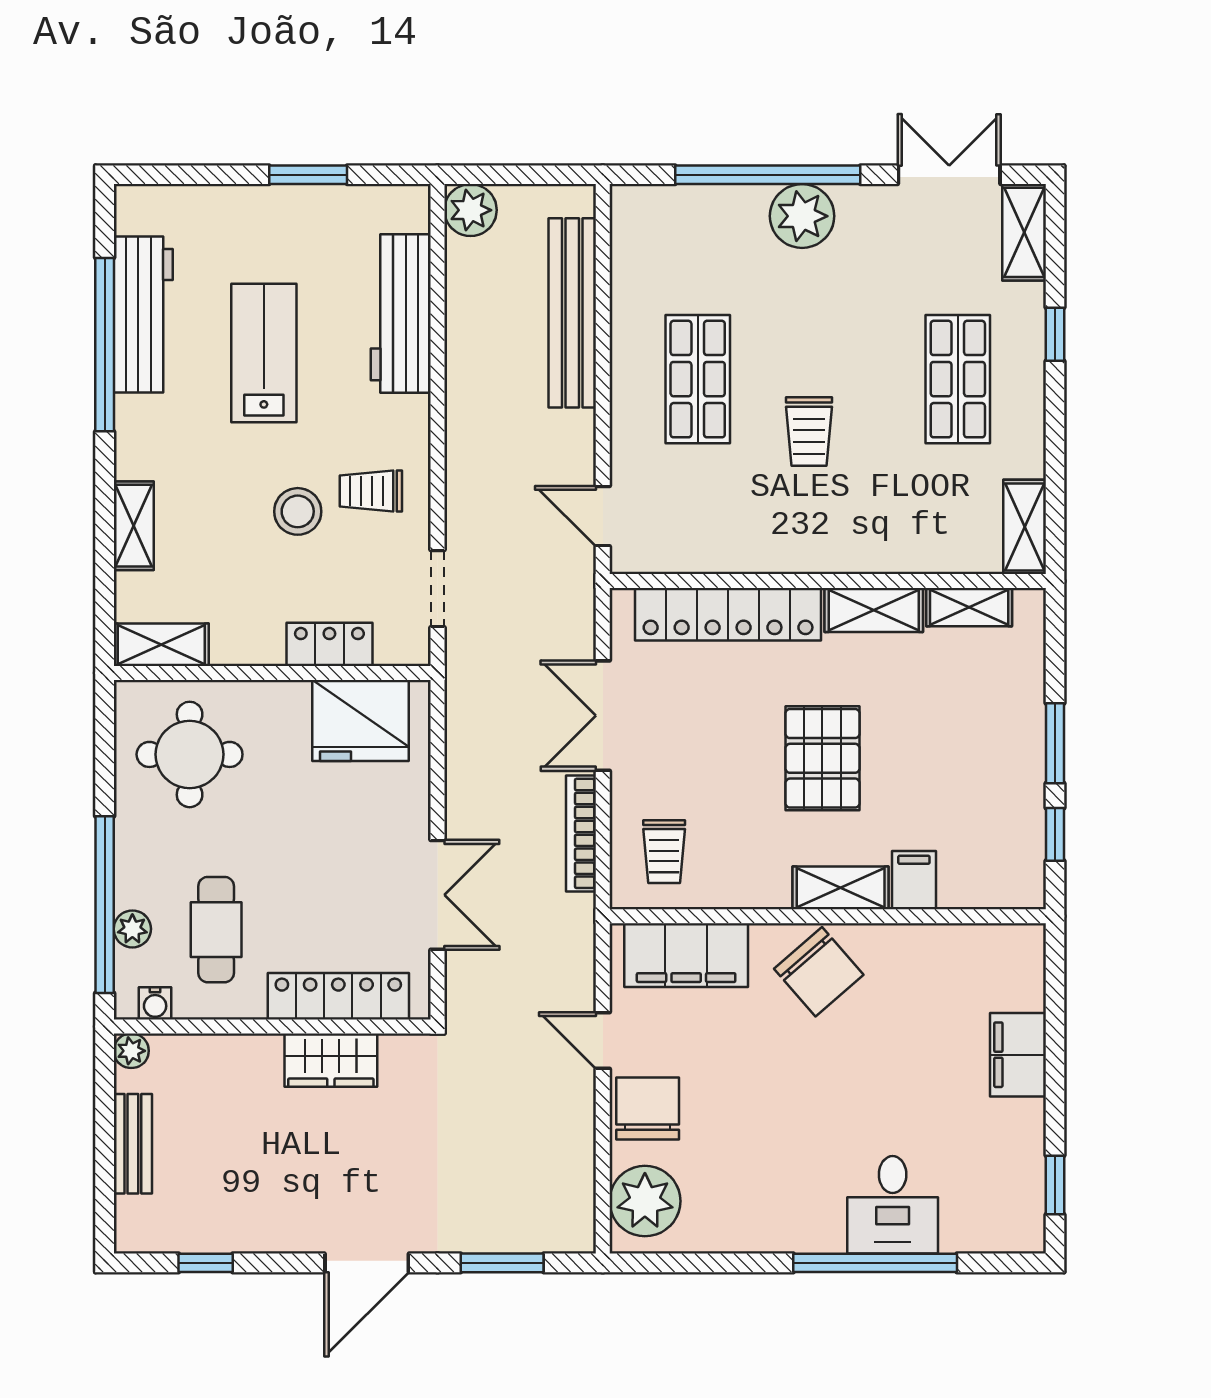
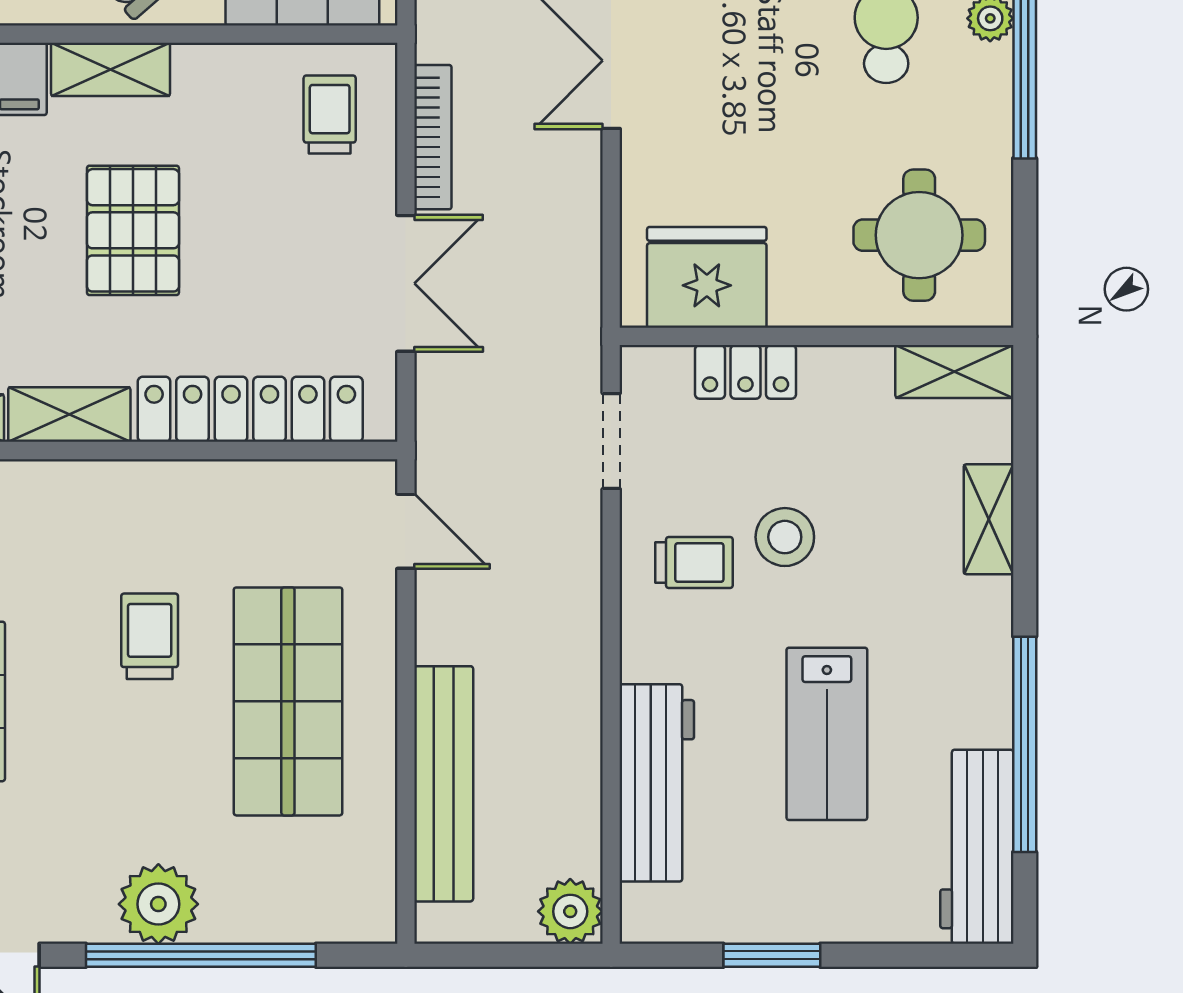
workbench: (143, 314) -> (977, 847), moved
shop shelf: (698, 379) -> (288, 701), width x1.43, depth x1.36

